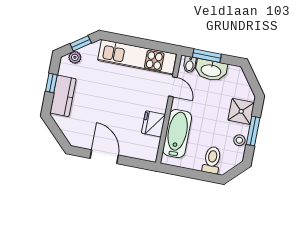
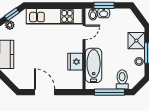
washbasin: (211, 70) -> (104, 13), width x0.52, depth x0.69
door: (173, 87) -> (84, 32), hinge flipped
window: (192, 174) -> (110, 92), added

